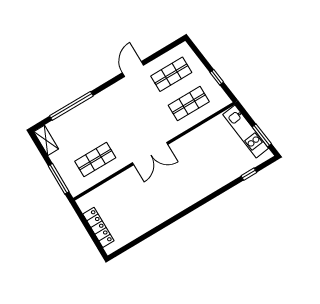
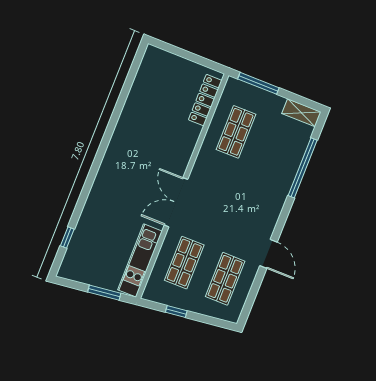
kitchen unit: (246, 131) -> (140, 260), moved, turned -83
window: (262, 135) -> (104, 293), moved
double door: (150, 154) -> (176, 202), moved
locker: (98, 227) -> (205, 100), moved, turned 90

